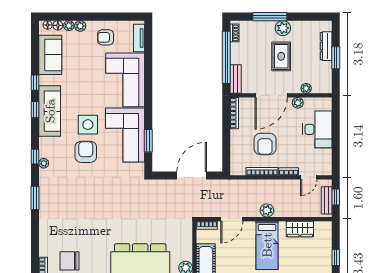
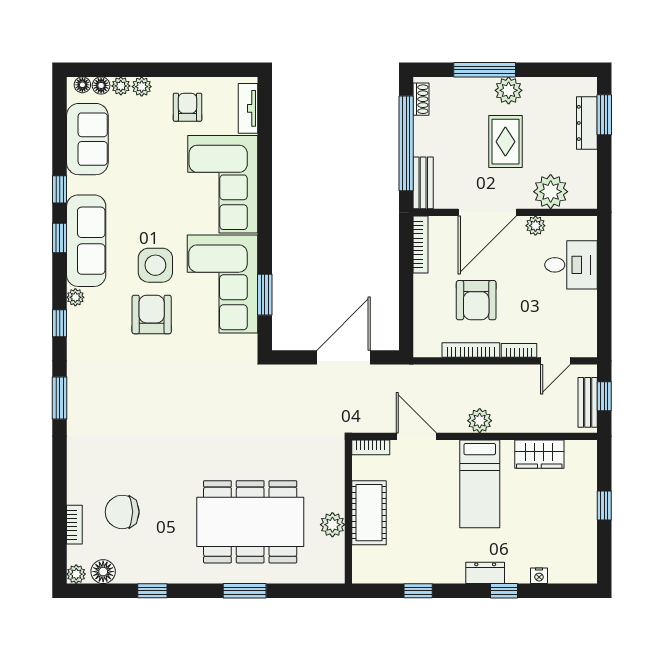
armchair: (106, 37) -> (187, 107), turned 90
window: (336, 58) -> (604, 115), moved
plant: (306, 88) -> (551, 192), width x1.87, depth x1.87
desk: (317, 129) -> (571, 265), width x0.73
plant: (44, 163) -> (75, 297), moved
door: (232, 219) -> (416, 436), swing flipped

